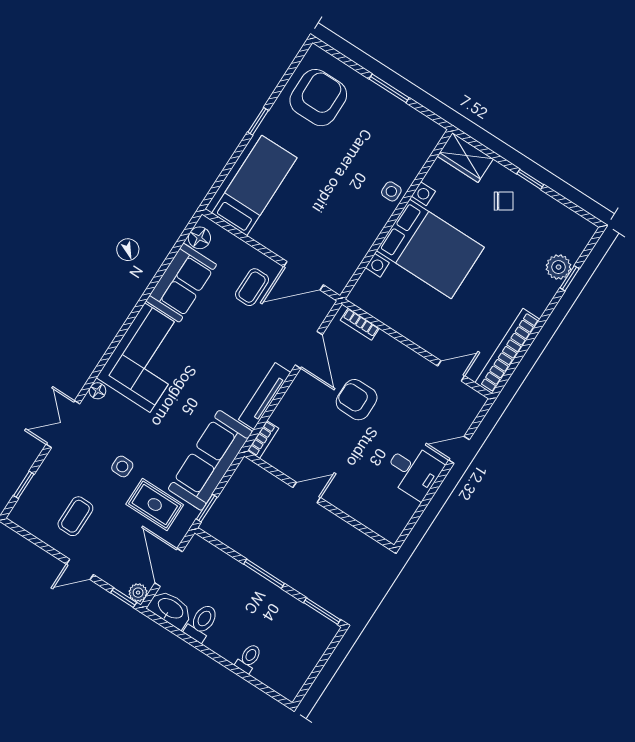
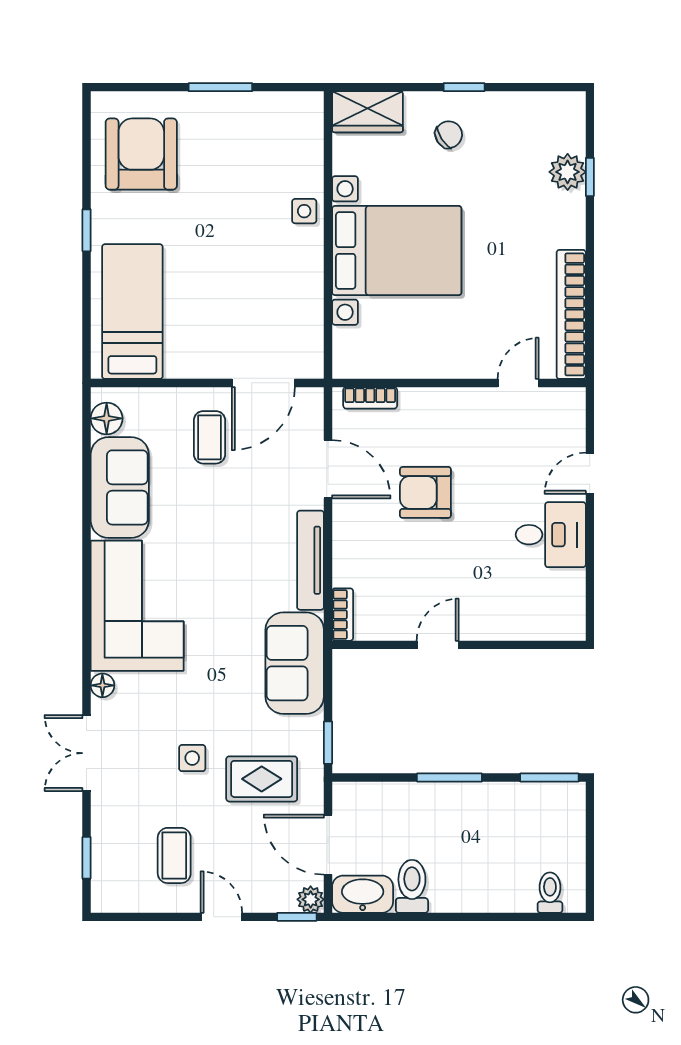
sofa: (210, 460) -> (295, 663), width x0.73
door: (80, 569) -> (221, 917), swing flipped
toilet: (249, 658) -> (550, 893), moved

